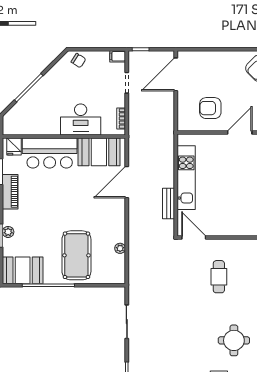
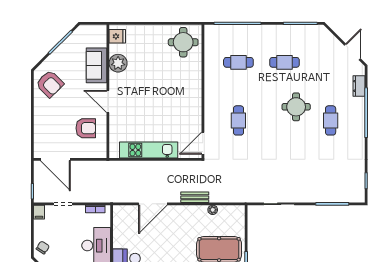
armchair: (210, 108) -> (86, 128), turned -90
booth: (99, 152) -> (125, 229), removed
door: (127, 182) -> (153, 204), hinge flipped
bench: (169, 203) -> (195, 197), moved
cafe table: (219, 277) -> (238, 120), turned 90

